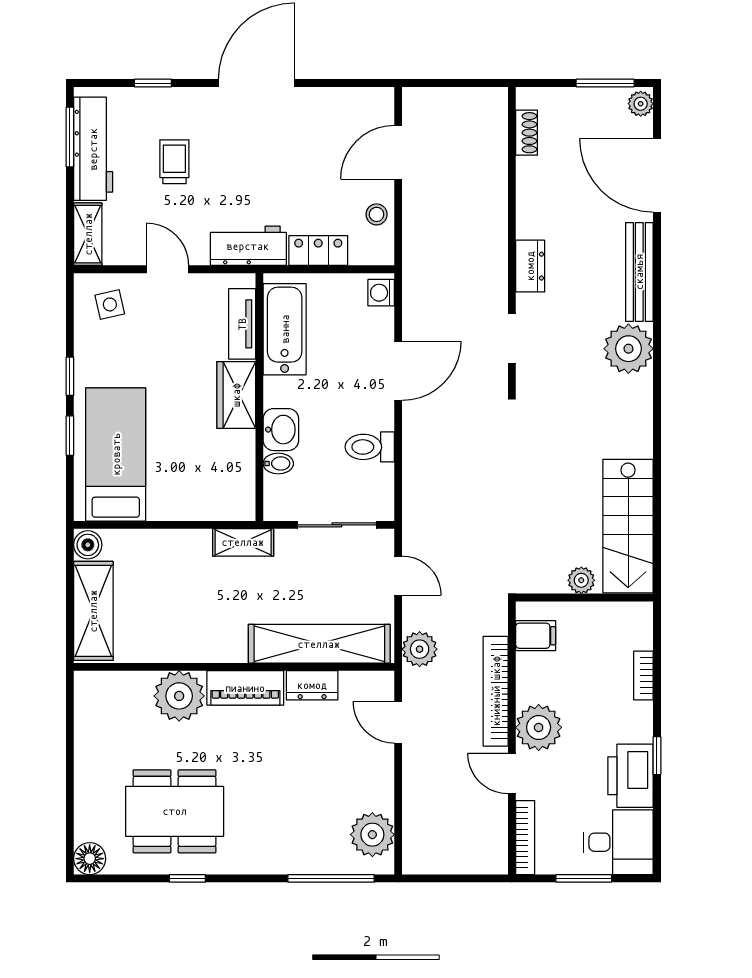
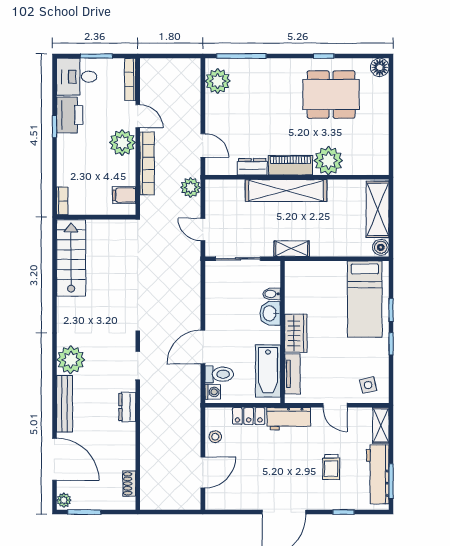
toilet: (370, 447) -> (219, 374), moved
plant: (581, 580) -> (98, 227), removed
shelving: (319, 644) -> (286, 191), moved
bookcase: (643, 676) -> (62, 201), moved

